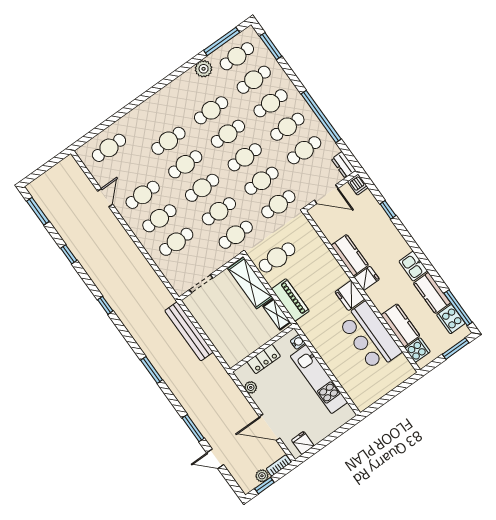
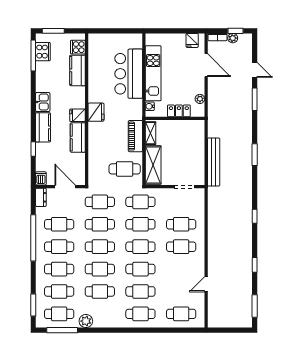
cafe table: (143, 195) -> (140, 314), moved
kitchen counter: (432, 293) -> (43, 127), moved
bar counter: (370, 336) -> (129, 74), moved, turned 180

